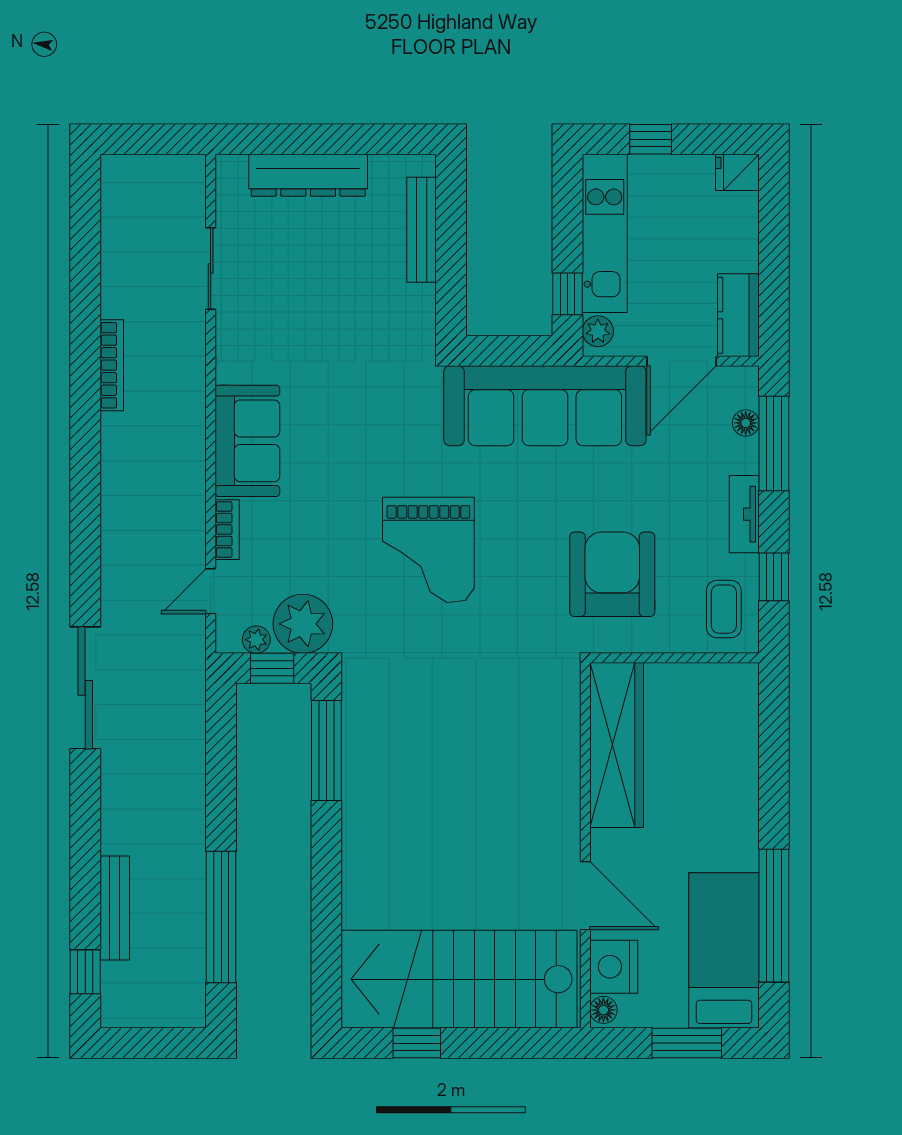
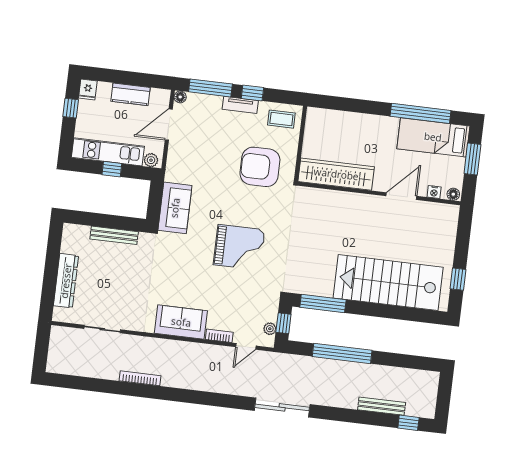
window: (651, 139) -> (71, 108), moved
bench: (421, 230) -> (114, 235), moved
window: (568, 294) -> (112, 169), moved
kitchen counter: (738, 315) -> (131, 94), moved
door: (682, 361) -> (169, 125), swing flipped
sofa: (545, 406) -> (175, 208), width x0.54, depth x0.79
floor lamp: (746, 423) -> (180, 97), moved
window: (774, 577) -> (252, 93), moved
door: (211, 591) -> (246, 346), hinge flipped
plant: (303, 624) -> (265, 307), removed
window: (221, 917) -> (342, 353), moved
nightstand: (614, 967) -> (434, 192), width x0.53, depth x0.56
stairs: (459, 979) -> (388, 283), moved, turned 90

